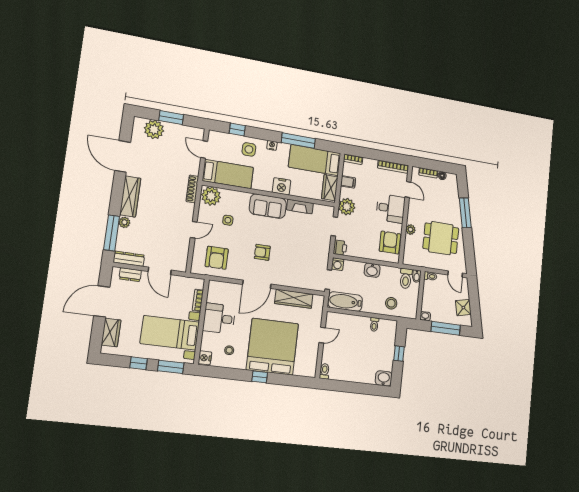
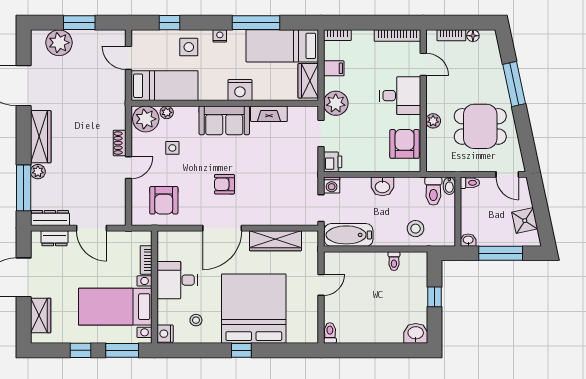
shoe rack: (192, 189) -> (120, 143), moved, width x0.70
plant: (227, 194) -> (167, 112), added

